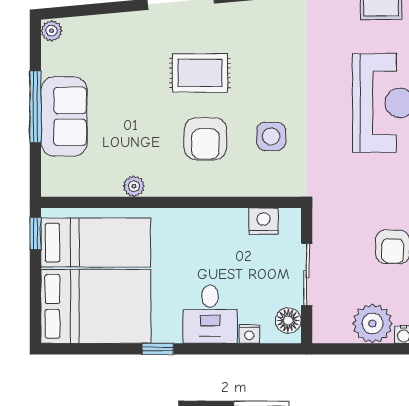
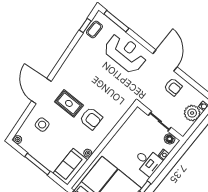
rug: (200, 73) -> (69, 103), turned 90
sofa: (64, 116) -> (70, 167), moved, turned -90
side table: (271, 136) -> (42, 125), moved
nightstand: (264, 221) -> (132, 121), removed

